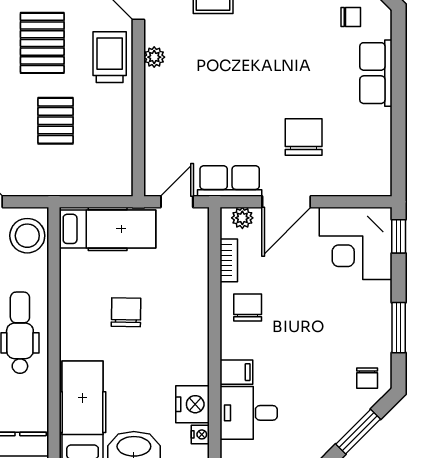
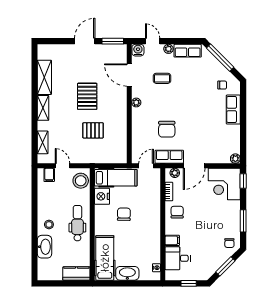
trolley: (110, 57) -> (117, 103), removed
pallet: (56, 121) -> (93, 130), turned 90
chair: (304, 137) -> (167, 129), moved, turned 180
plant: (381, 185) -> (235, 159), added
nightstand: (193, 404) -> (102, 196), moved, turned 180

